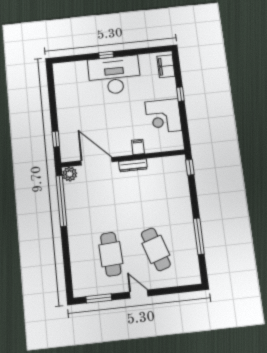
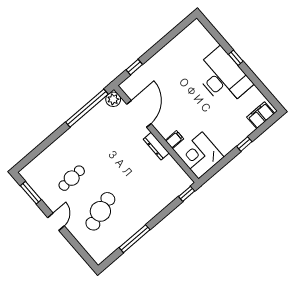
corner desk: (163, 116) -> (200, 155), moved
cafe table: (111, 254) -> (72, 178), width x0.73, depth x0.74

